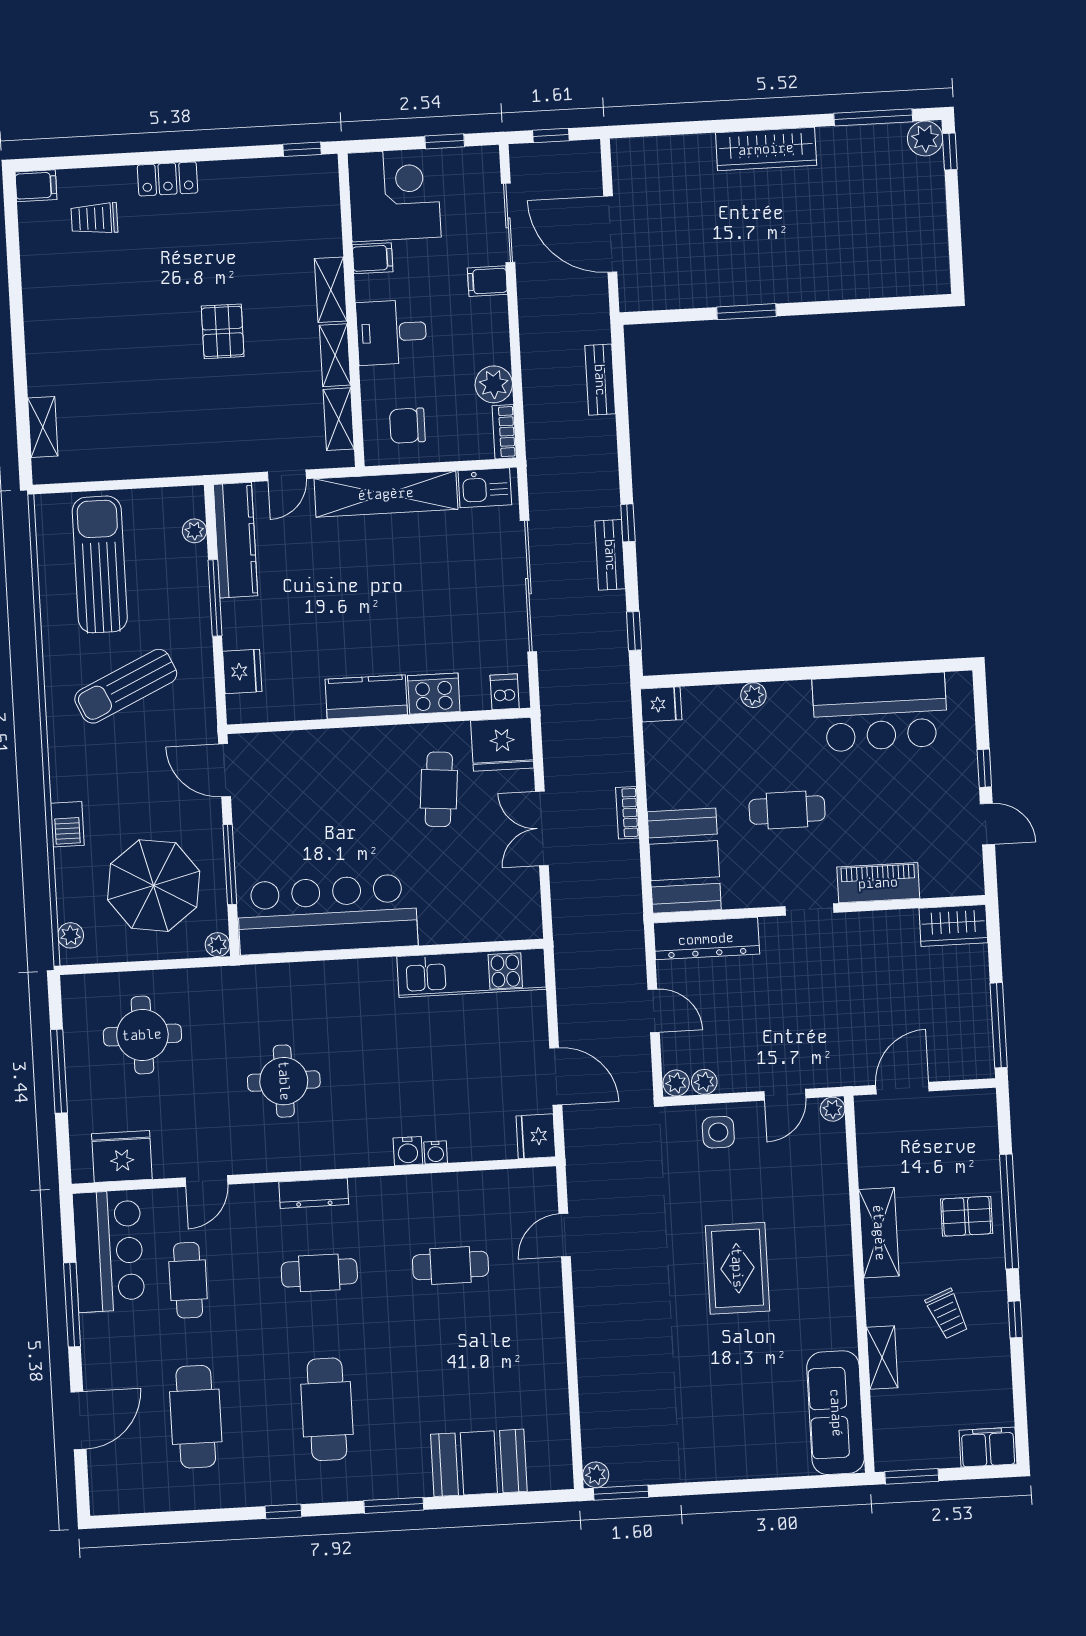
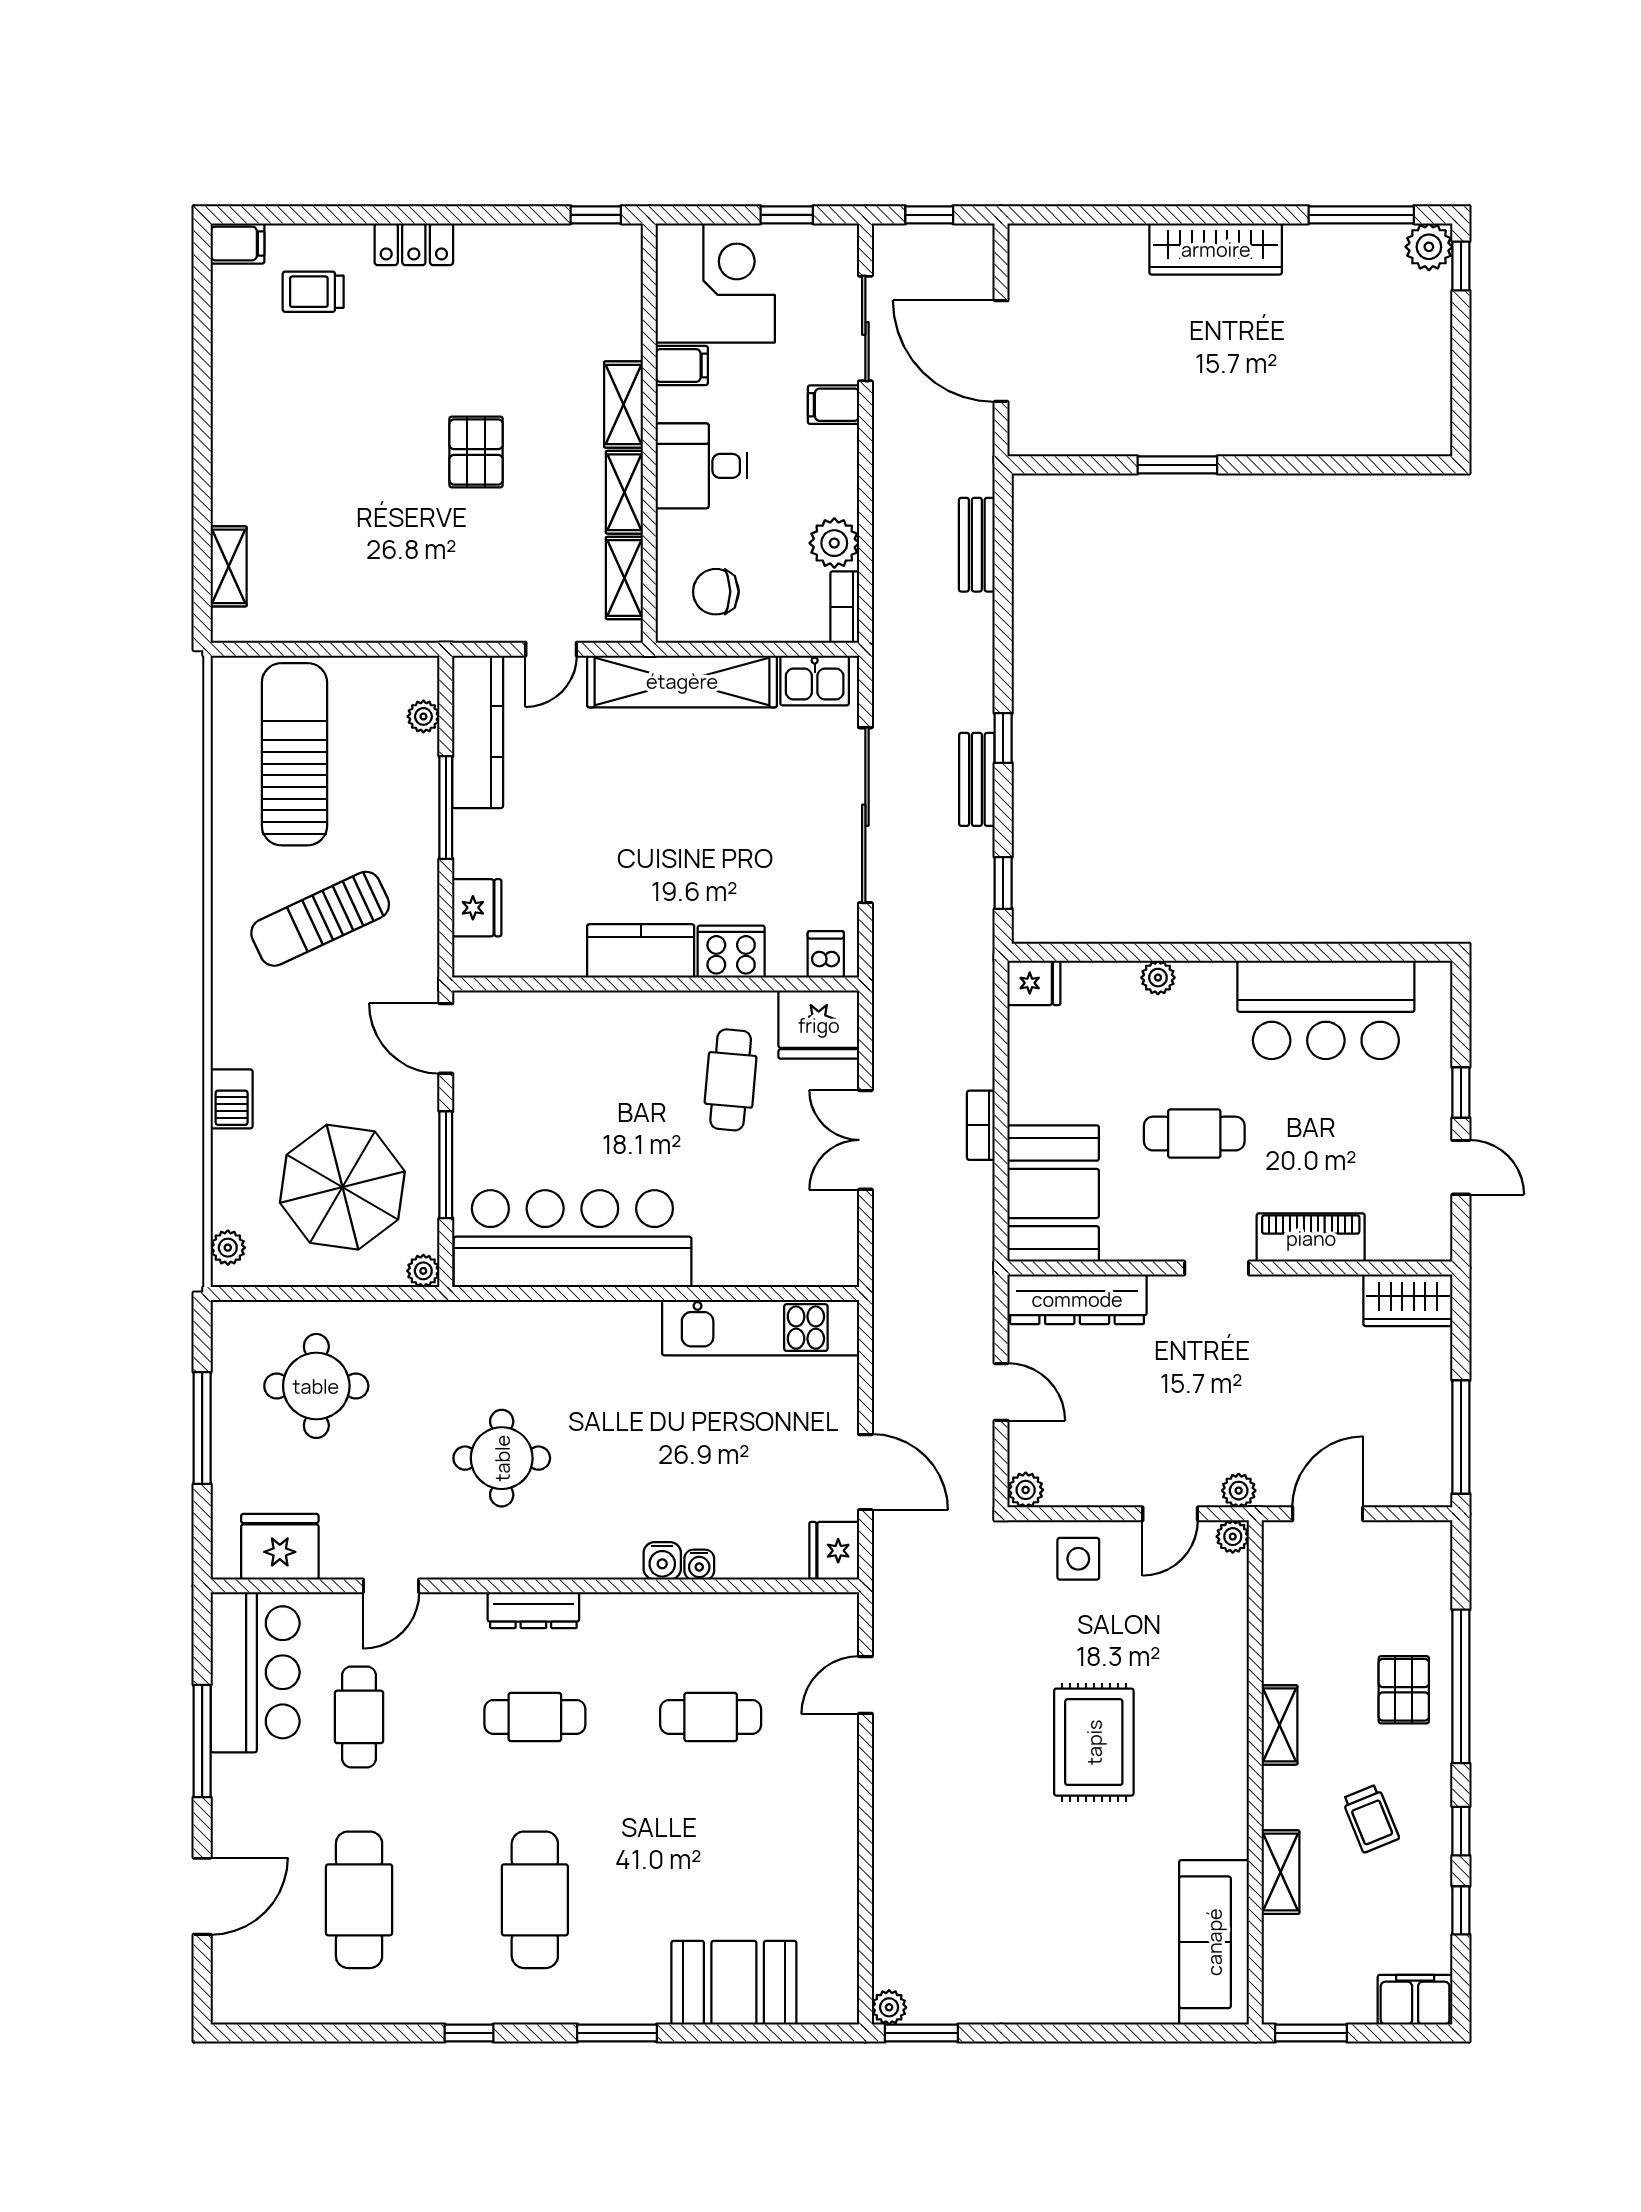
plant: (704, 1082) -> (1239, 1491), moved
pallet: (967, 1216) -> (1404, 1690), turned 90
shelving: (879, 1233) -> (1280, 1725), width x0.67, depth x0.75
window: (1018, 1379) -> (1461, 1910), added

